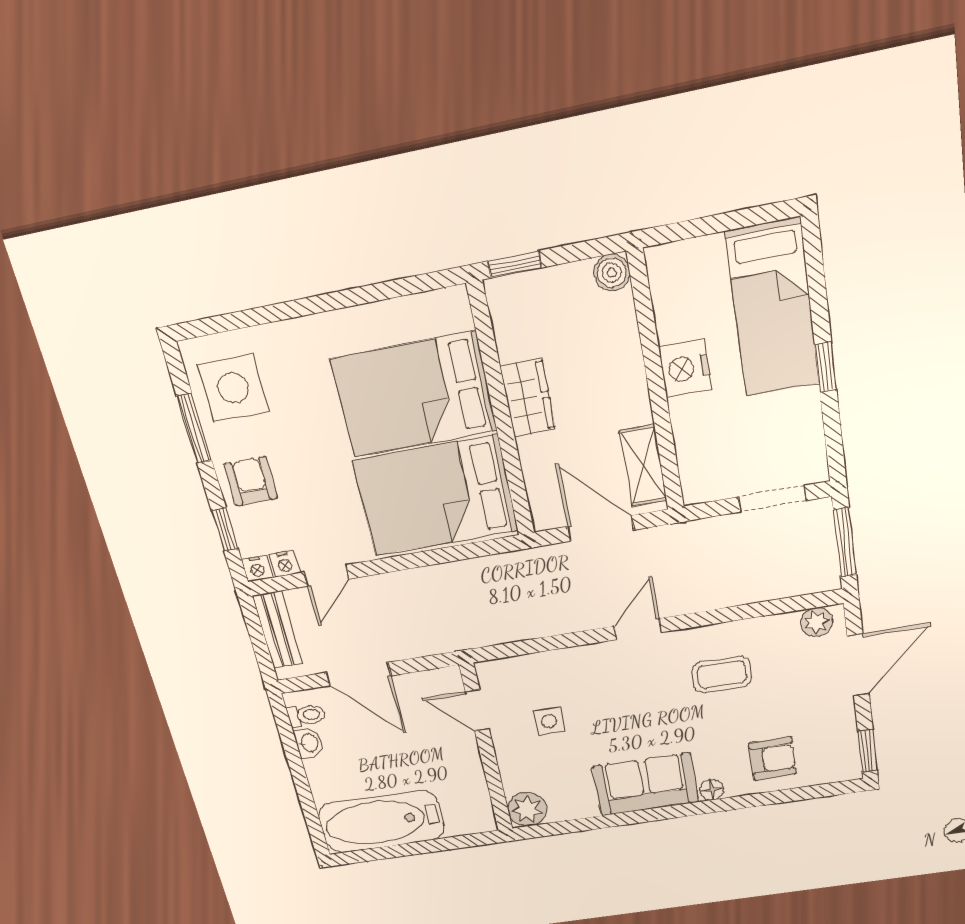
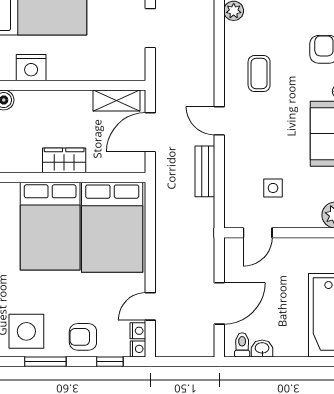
nightstand: (685, 368) -> (31, 68), moved
door: (327, 576) -> (150, 306), swing flipped
bench: (278, 630) -> (205, 171), moved, turned 90

